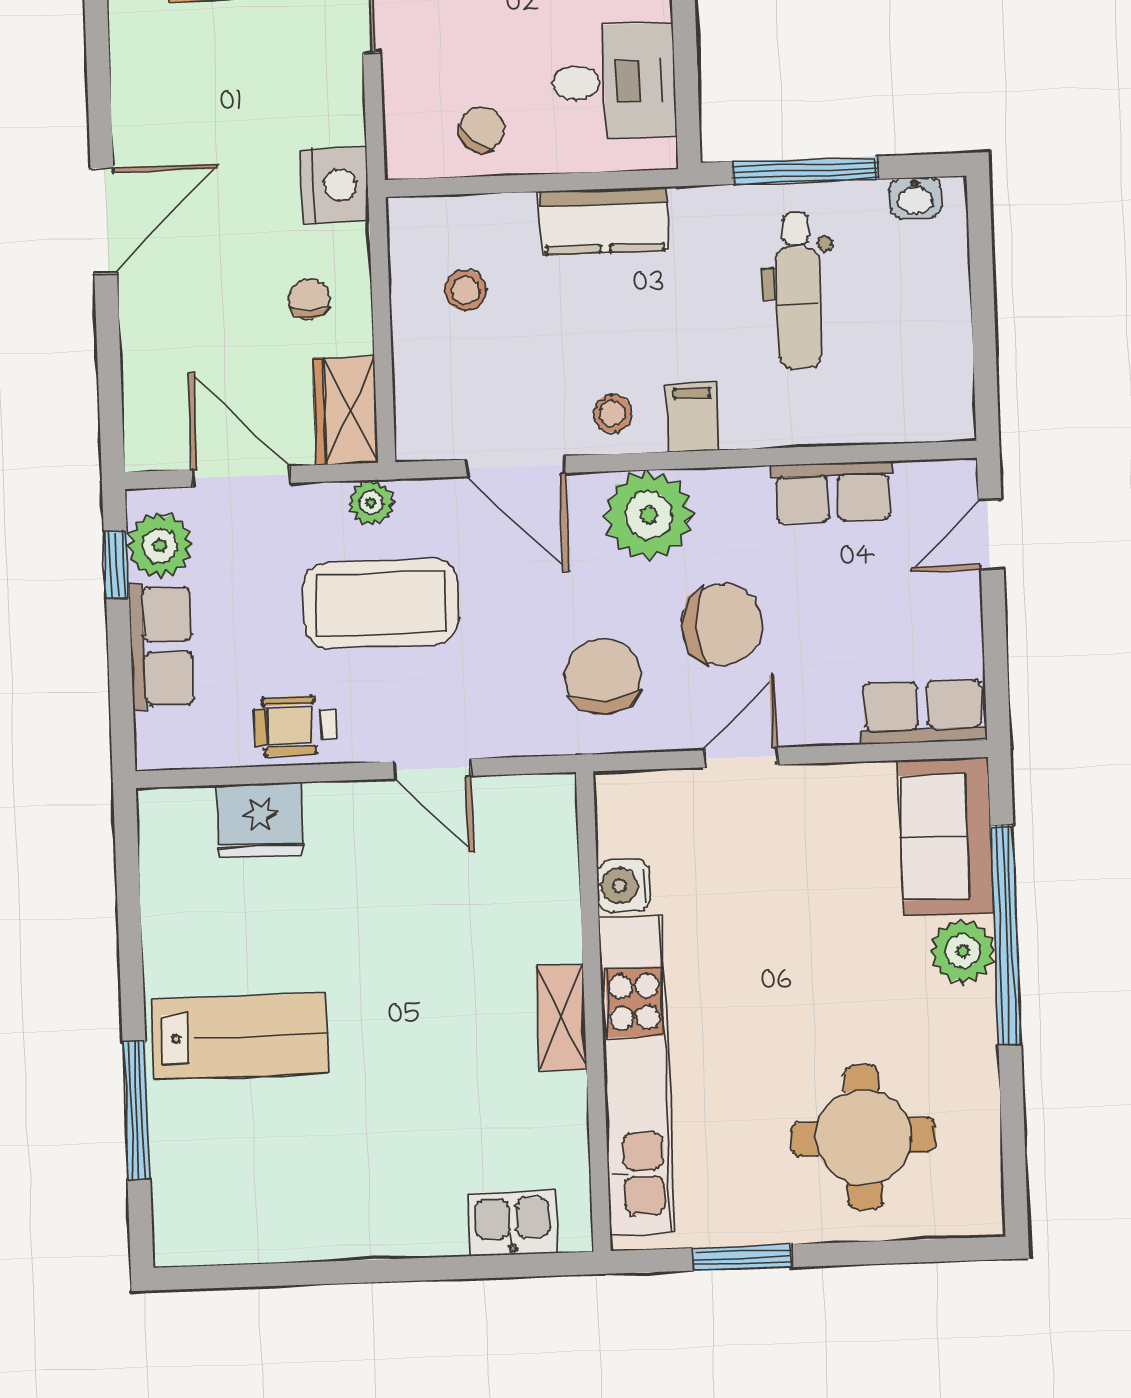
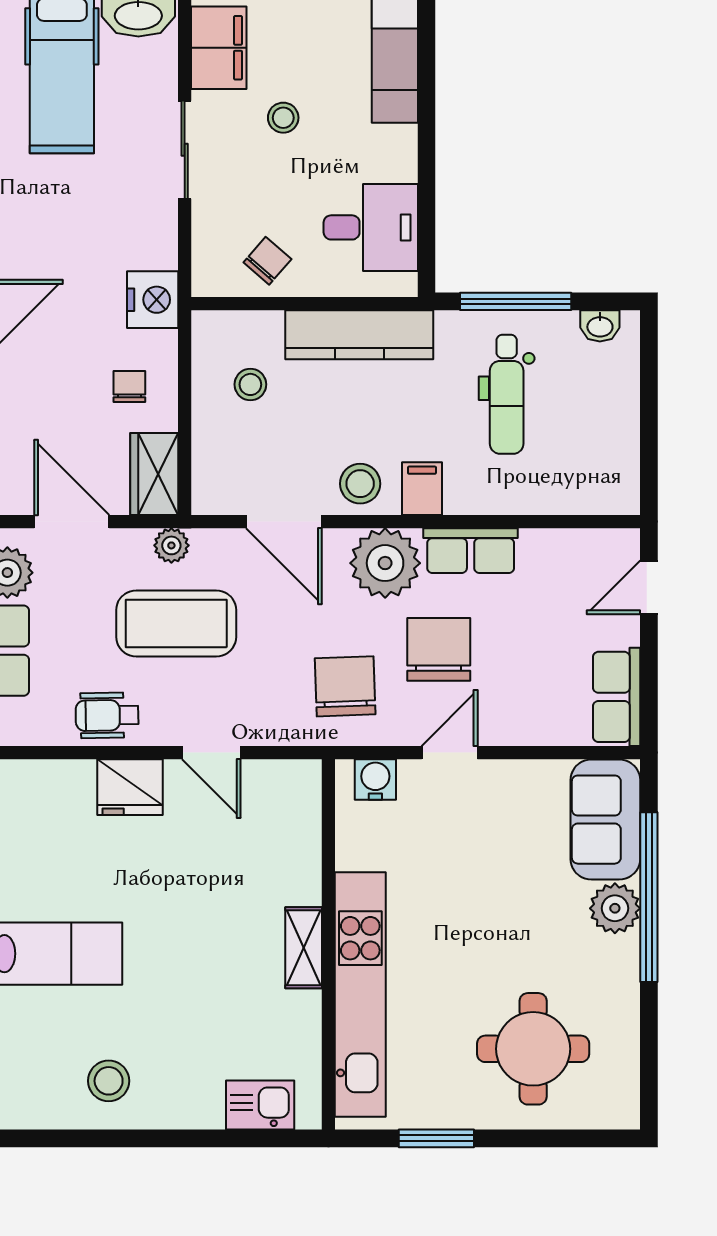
kitchen counter: (604, 221) -> (359, 335), width x1.50
stool: (612, 414) -> (360, 484), width x1.37, depth x1.37
row of seats: (833, 492) -> (471, 551), moved
chair: (722, 624) -> (439, 649), turned -90
row of seats: (923, 712) -> (617, 697), moved, turned -90
fridge: (260, 820) -> (130, 787), moved
water cooler: (624, 886) -> (375, 780), moved, turned 90
stool: (315, 1199) -> (109, 1081), added

